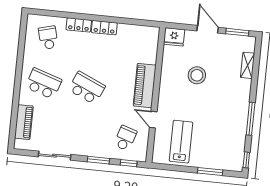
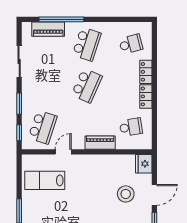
school desk: (135, 46) -> (131, 127), added
stool: (197, 75) -> (126, 194), moved
piano: (145, 86) -> (100, 143), width x0.73, depth x0.75
window: (15, 107) -> (61, 19), added
school desk: (125, 138) -> (43, 127), width x1.85
lab bench: (181, 142) -> (45, 180), turned 180

